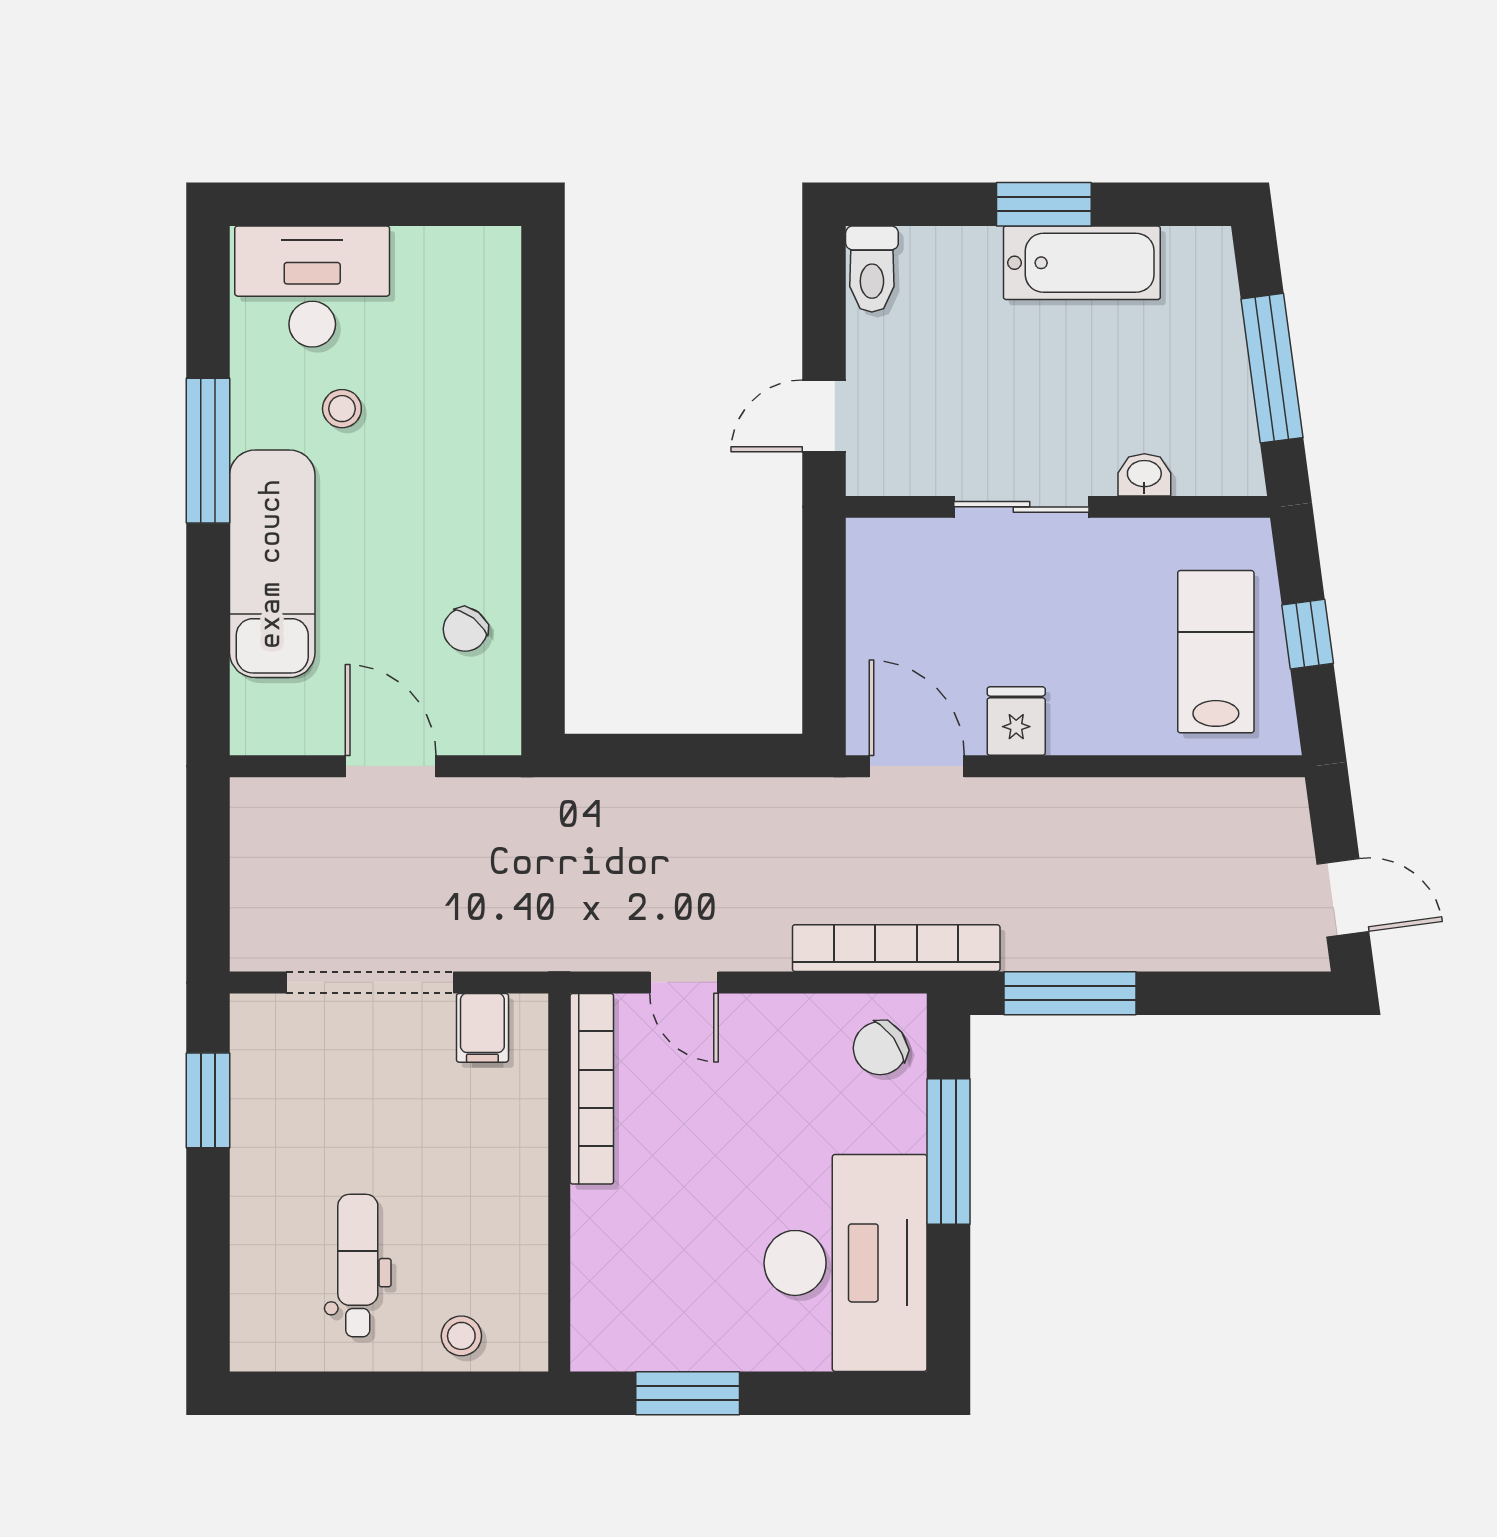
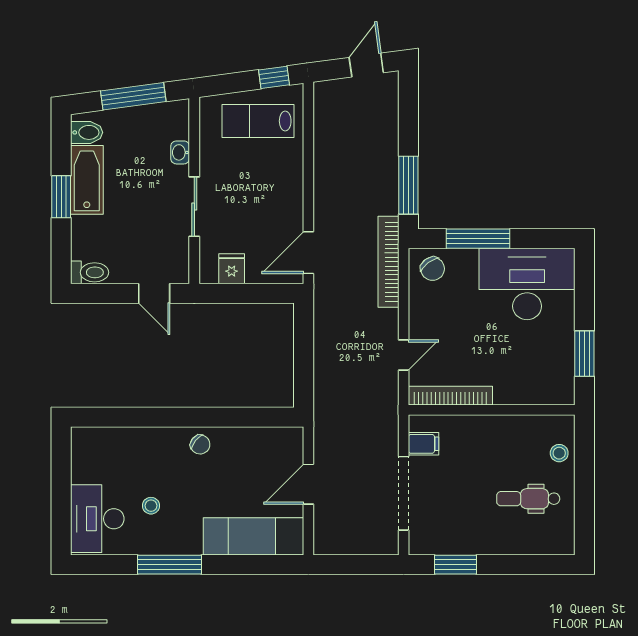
bidet: (1190, 262) -> (87, 132), added
exam couch: (272, 564) -> (254, 536), moved
chair: (465, 629) -> (200, 444), moved
window: (1308, 634) -> (274, 77), moved
fridge: (1016, 721) -> (232, 269), moved, turned 90

